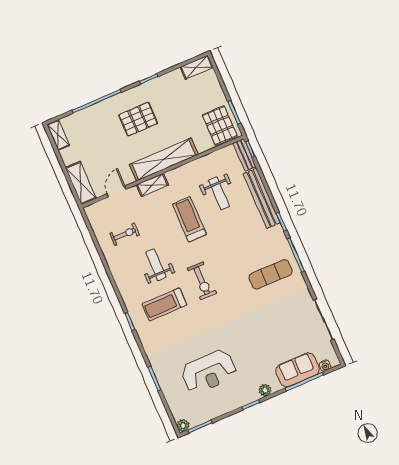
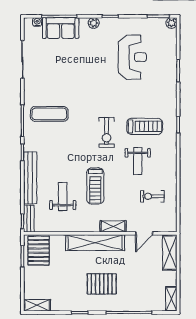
exercise bike: (202, 281) -> (107, 132), turned 180
reception desk: (209, 372) -> (132, 57), turned 90

